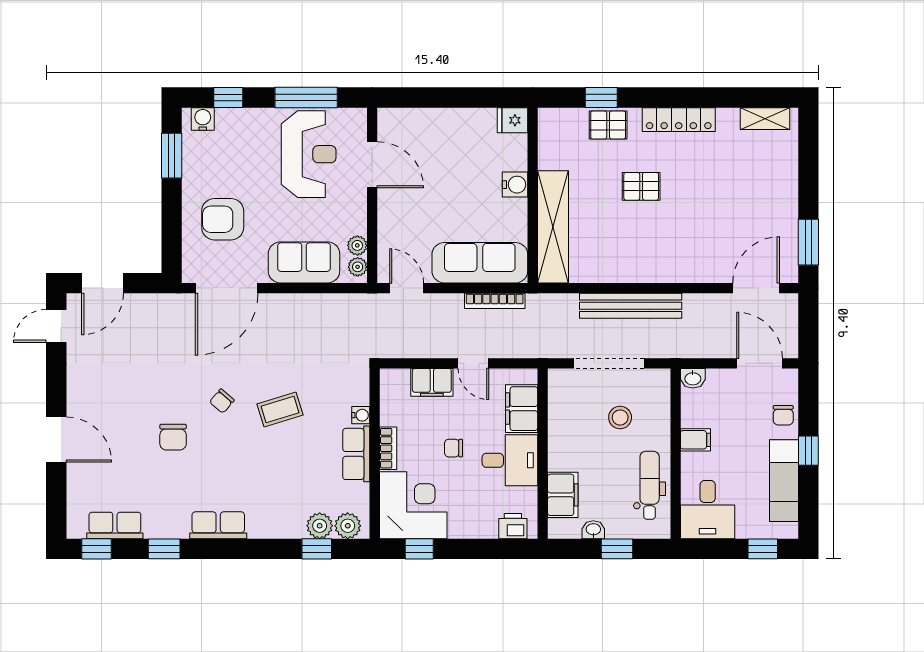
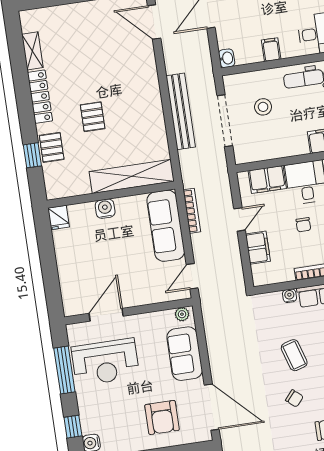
shelving: (765, 119) -> (32, 51), moved
reception desk: (309, 154) -> (105, 362), turned 180
plant: (357, 245) -> (166, 317), removed

